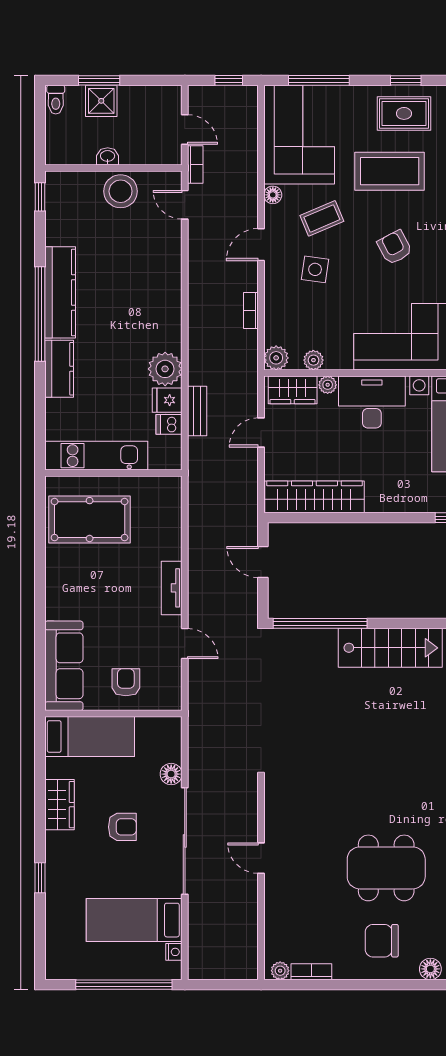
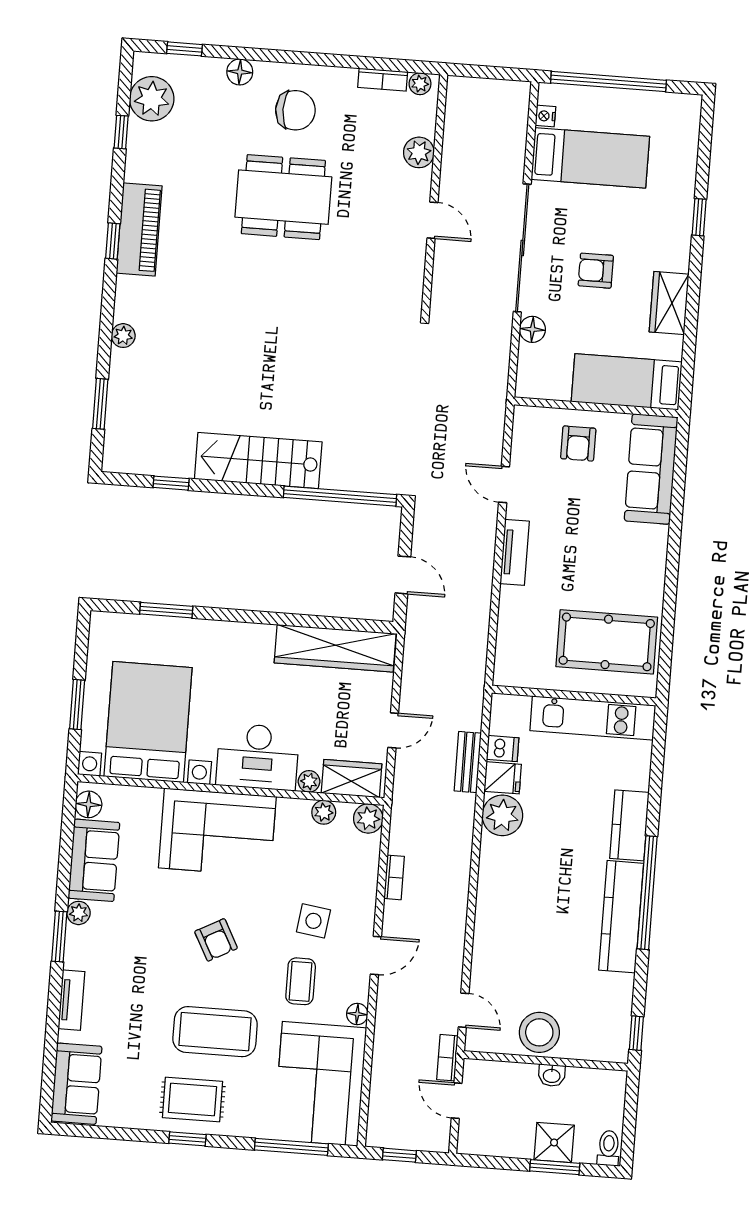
coffee table: (322, 218) -> (301, 981), turned -67
plant: (277, 914) -> (419, 152), added

